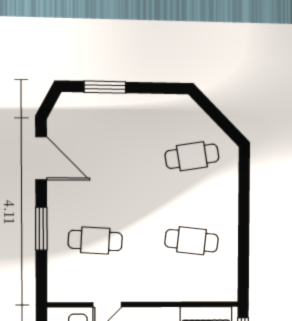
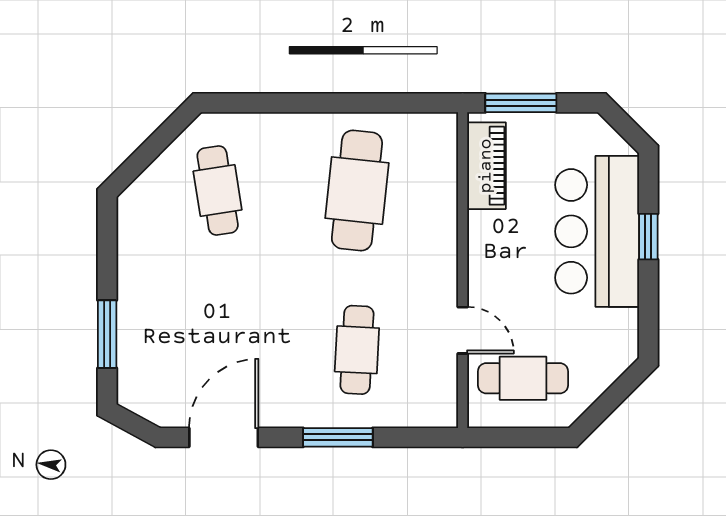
cafe table: (192, 241) -> (357, 191), width x1.37, depth x1.35

